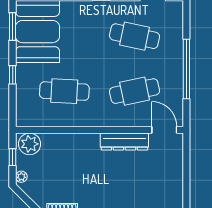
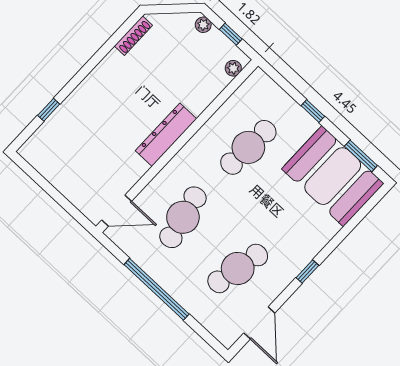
dresser: (124, 142) -> (166, 135), moved
plant: (30, 144) -> (233, 68), width x0.53, depth x0.53

